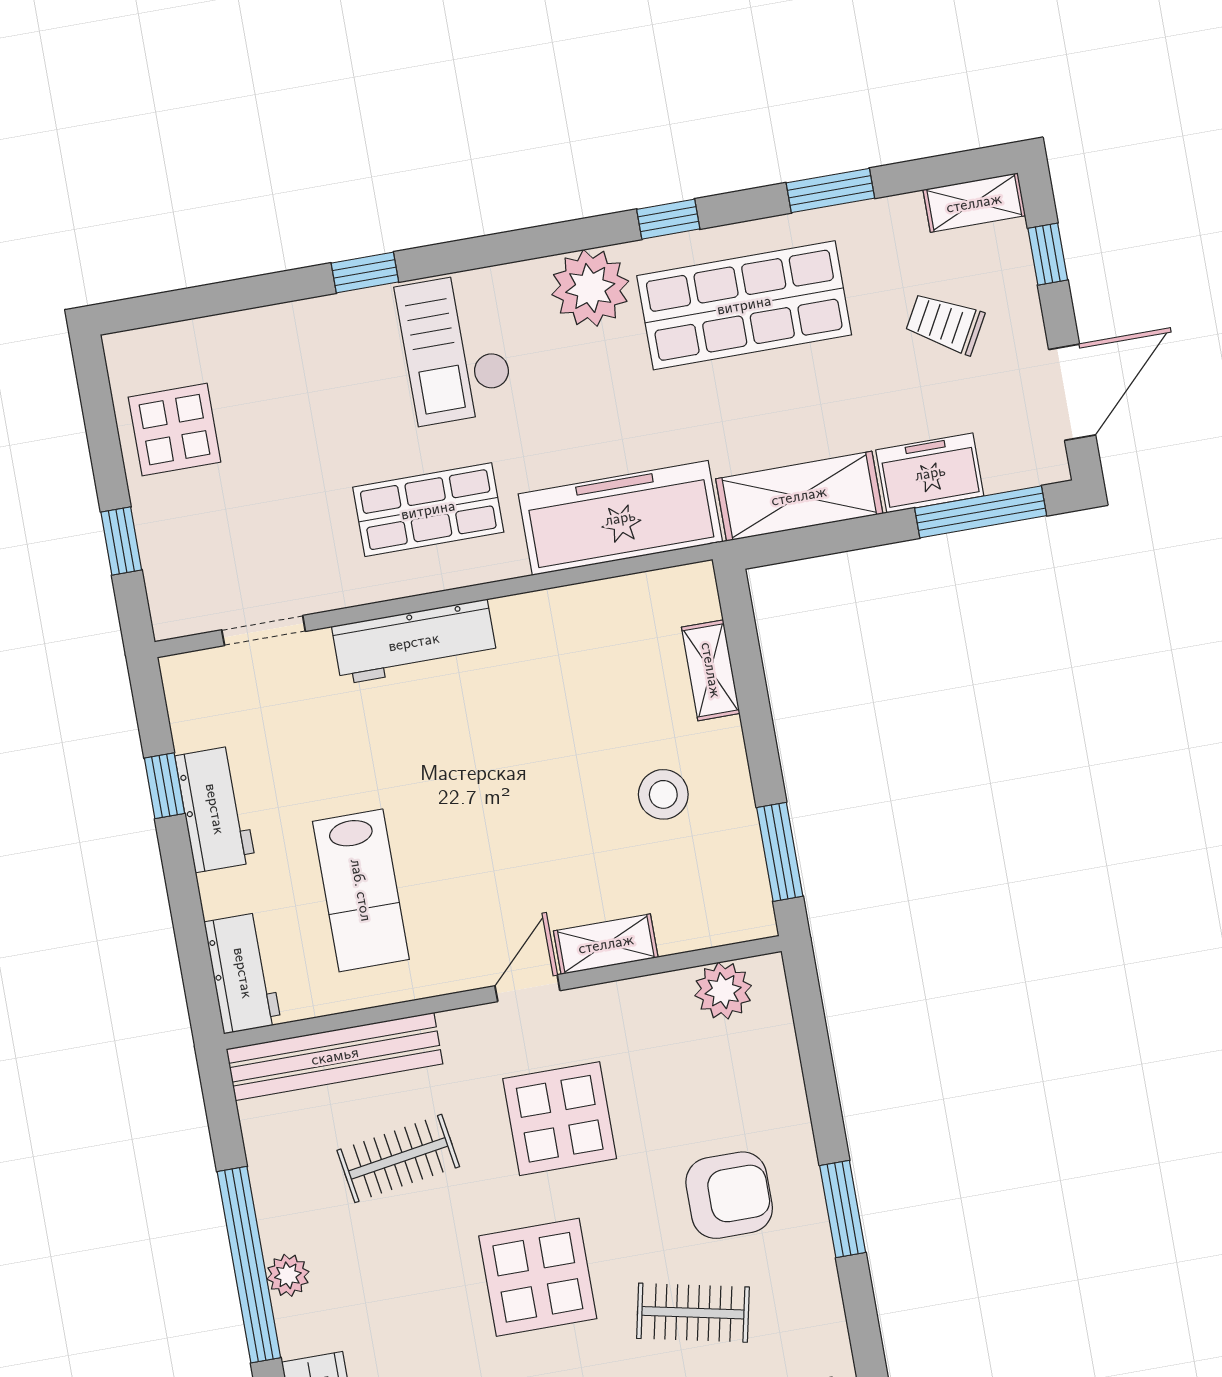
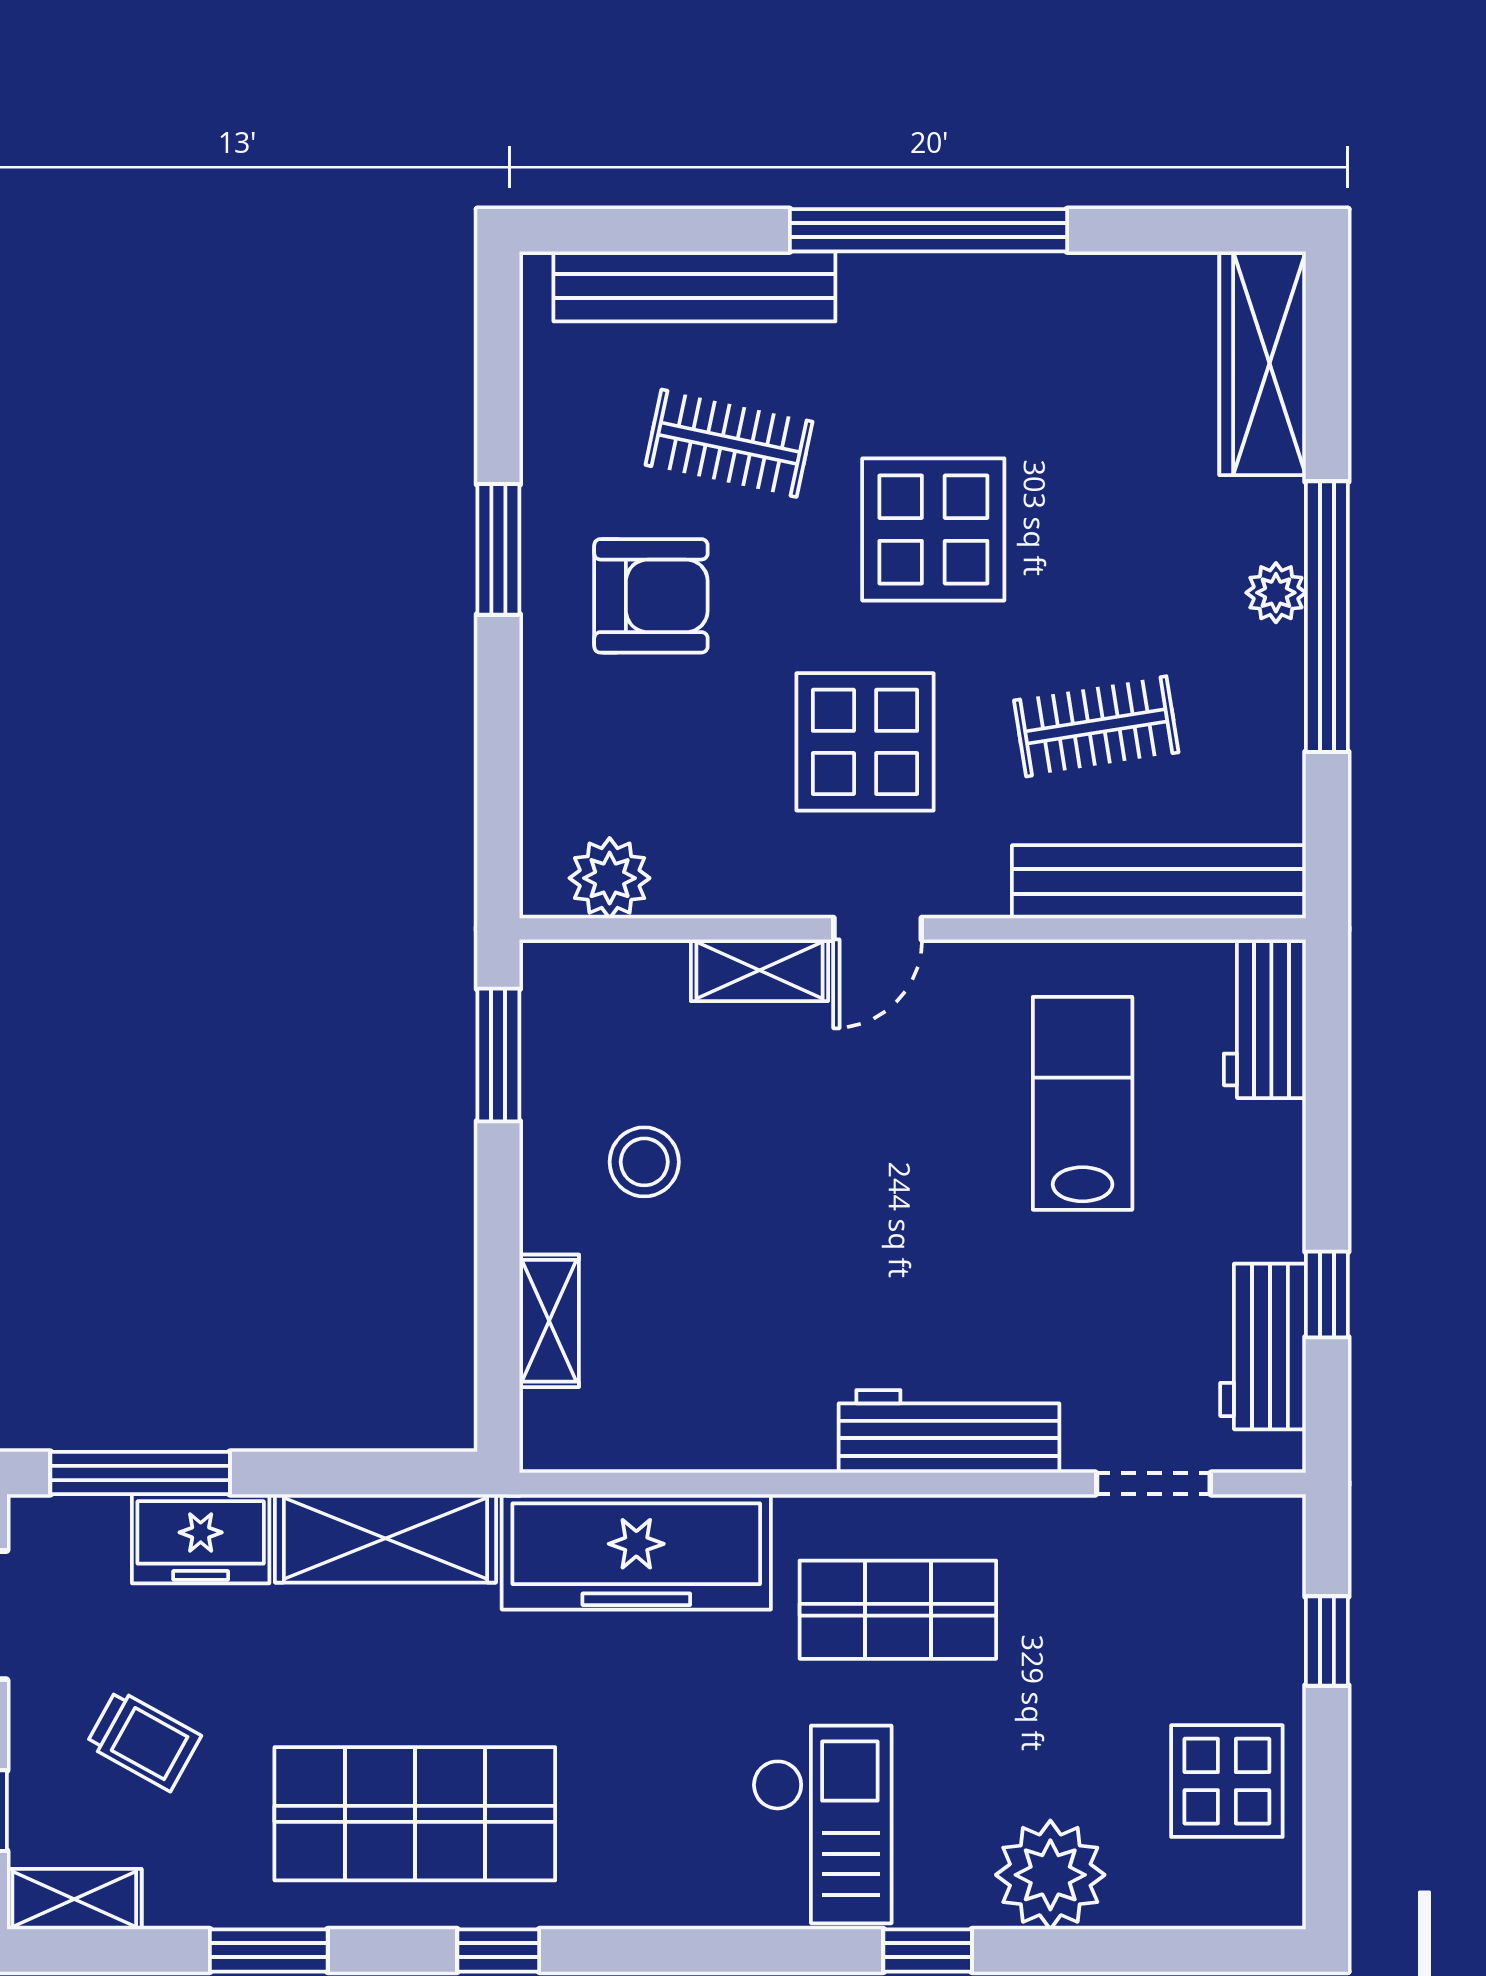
plant: (590, 288) -> (1050, 1875), moved
workbench: (215, 809) -> (1263, 1346), moved
armchair: (729, 1195) -> (651, 596), turned 180

